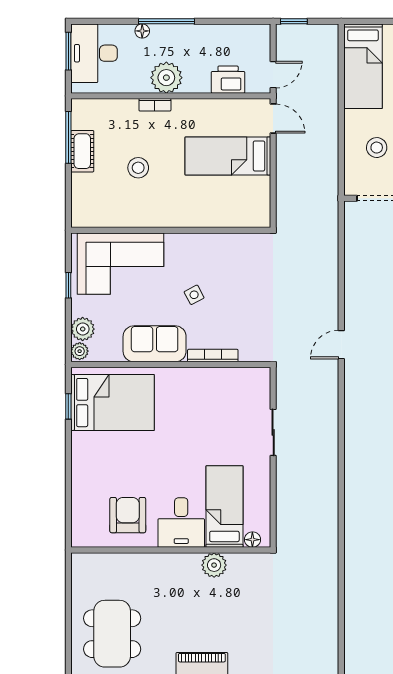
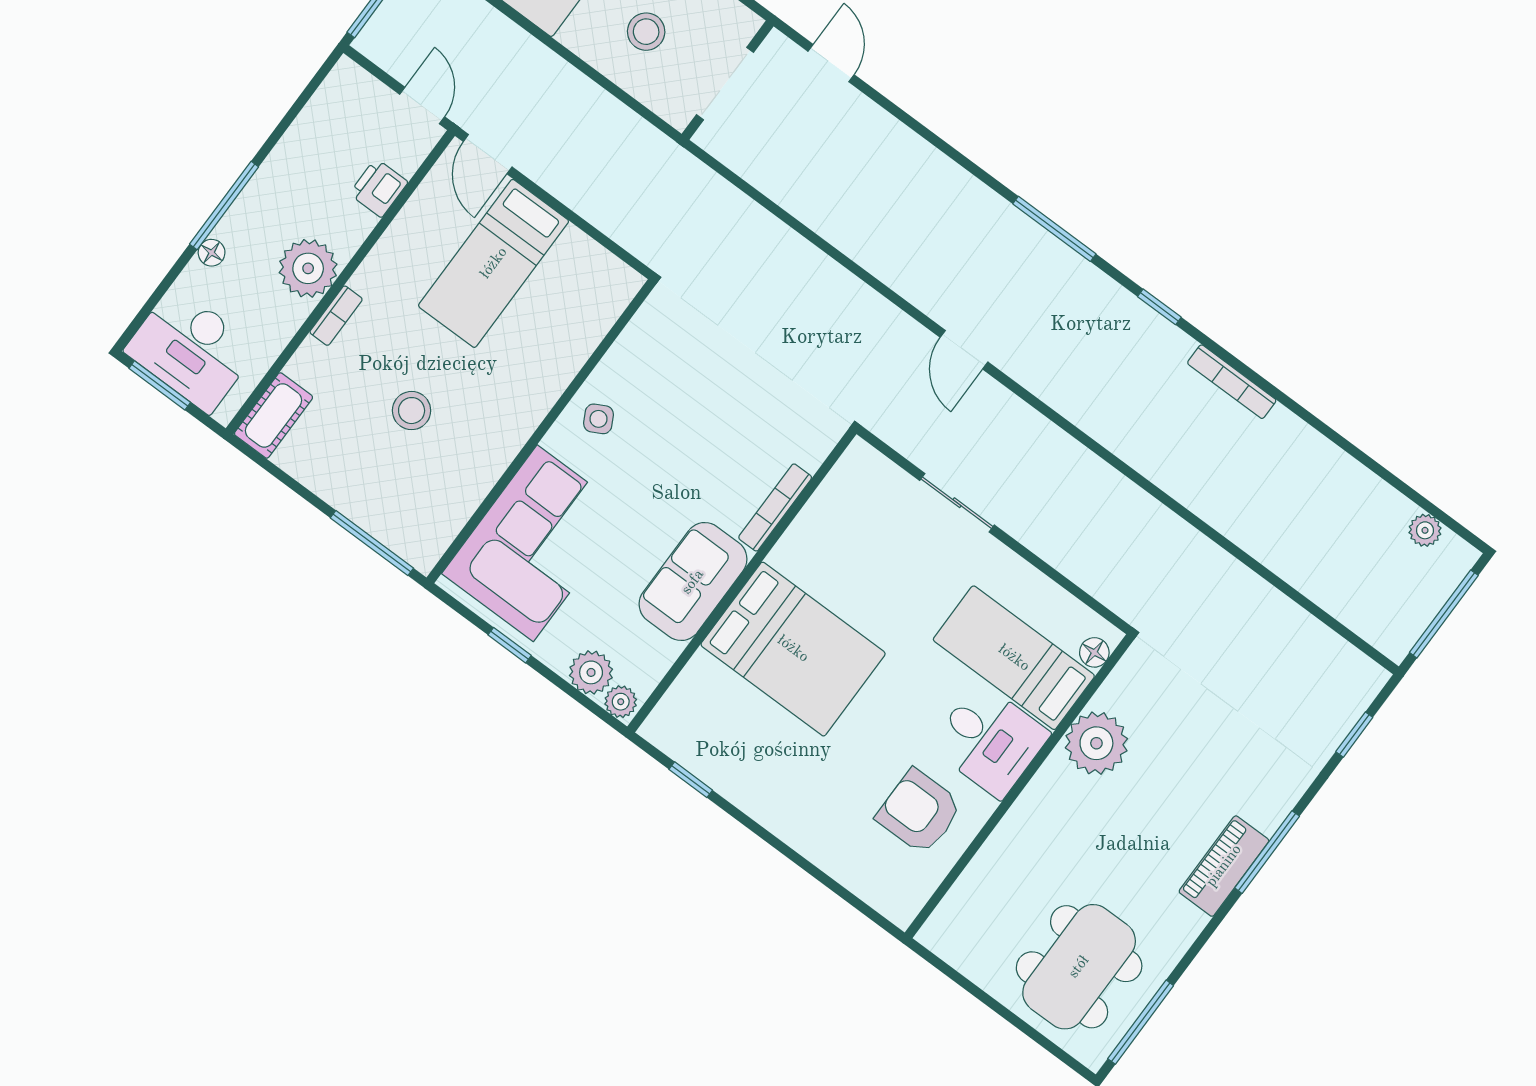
printer: (228, 80) -> (379, 188), width x0.73, depth x0.81
door: (273, 118) -> (488, 154), swing flipped
window: (68, 137) -> (372, 543), moved
cot: (82, 151) -> (274, 415), moved, turned 90
side table: (194, 295) -> (598, 419), moved
door: (341, 345) -> (964, 350), moved
bed: (112, 403) -> (793, 649), moved, turned 90
plant: (214, 565) -> (1096, 743), width x1.36, depth x1.36
dining table: (112, 634) -> (1079, 967), turned 90

